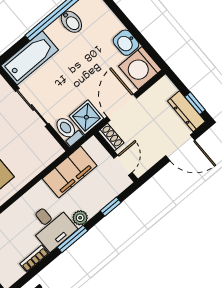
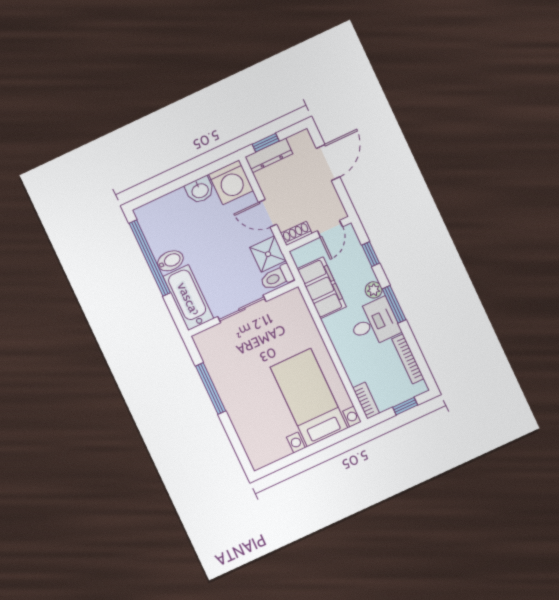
bidet: (71, 22) -> (170, 261), moved
window: (195, 103) -> (266, 143), moved
door: (122, 107) -> (268, 213), width x0.73
dresser: (186, 111) -> (269, 155), moved
door: (123, 165) -> (330, 229), swing flipped
bookcase: (34, 259) -> (408, 359), width x1.56

